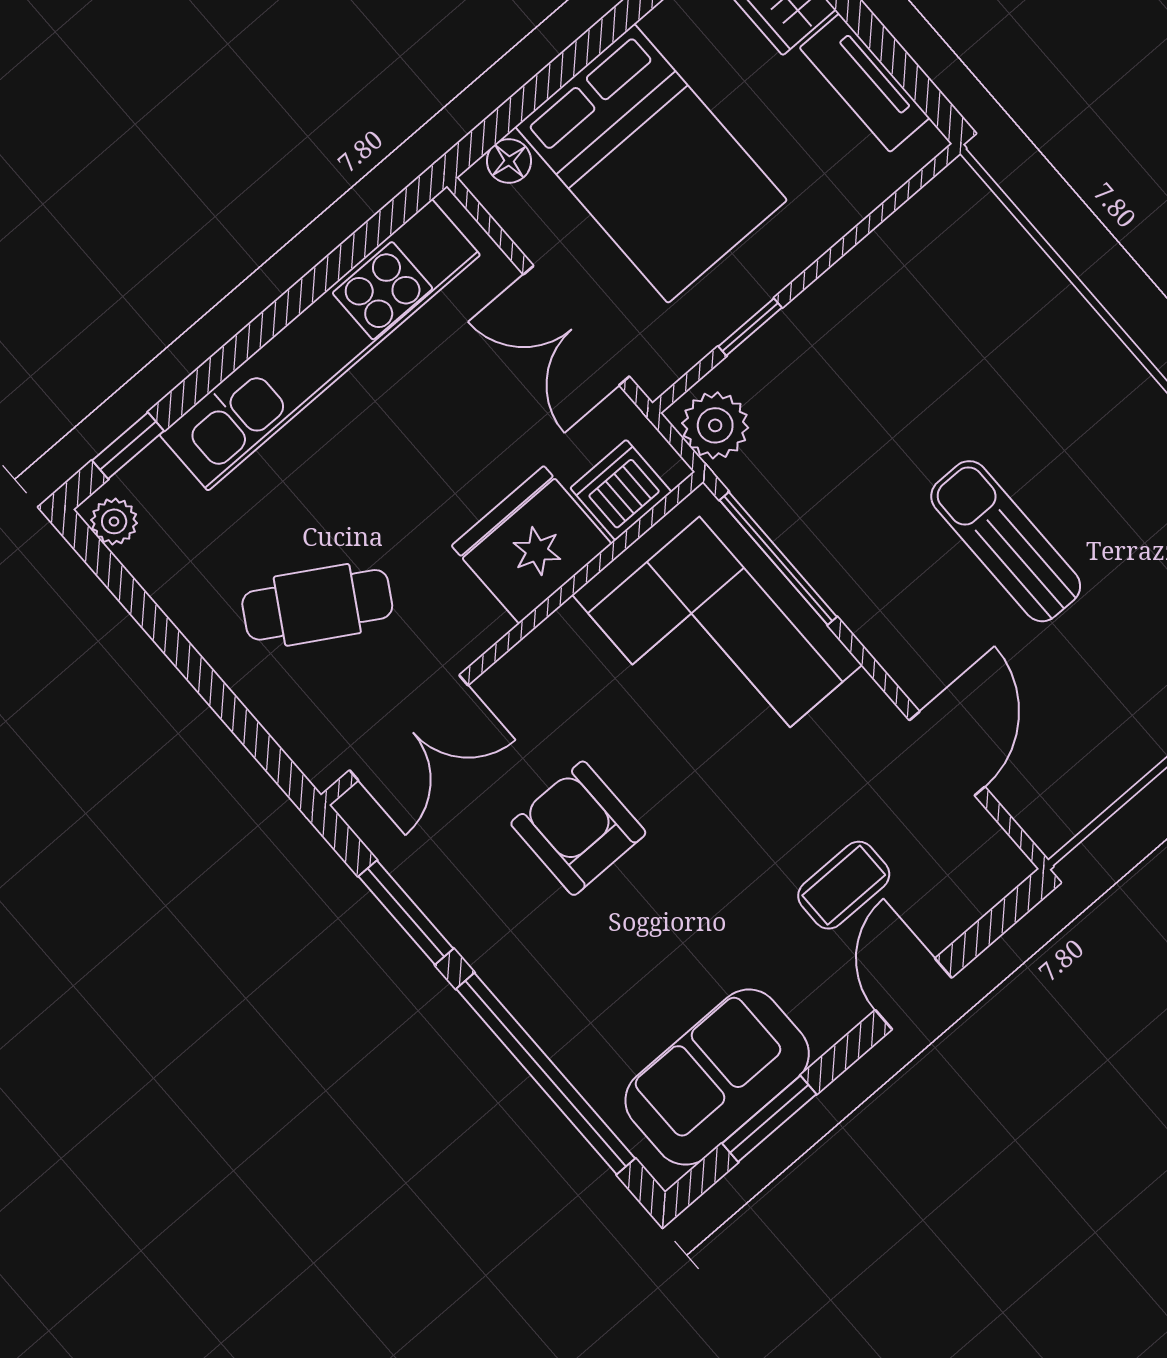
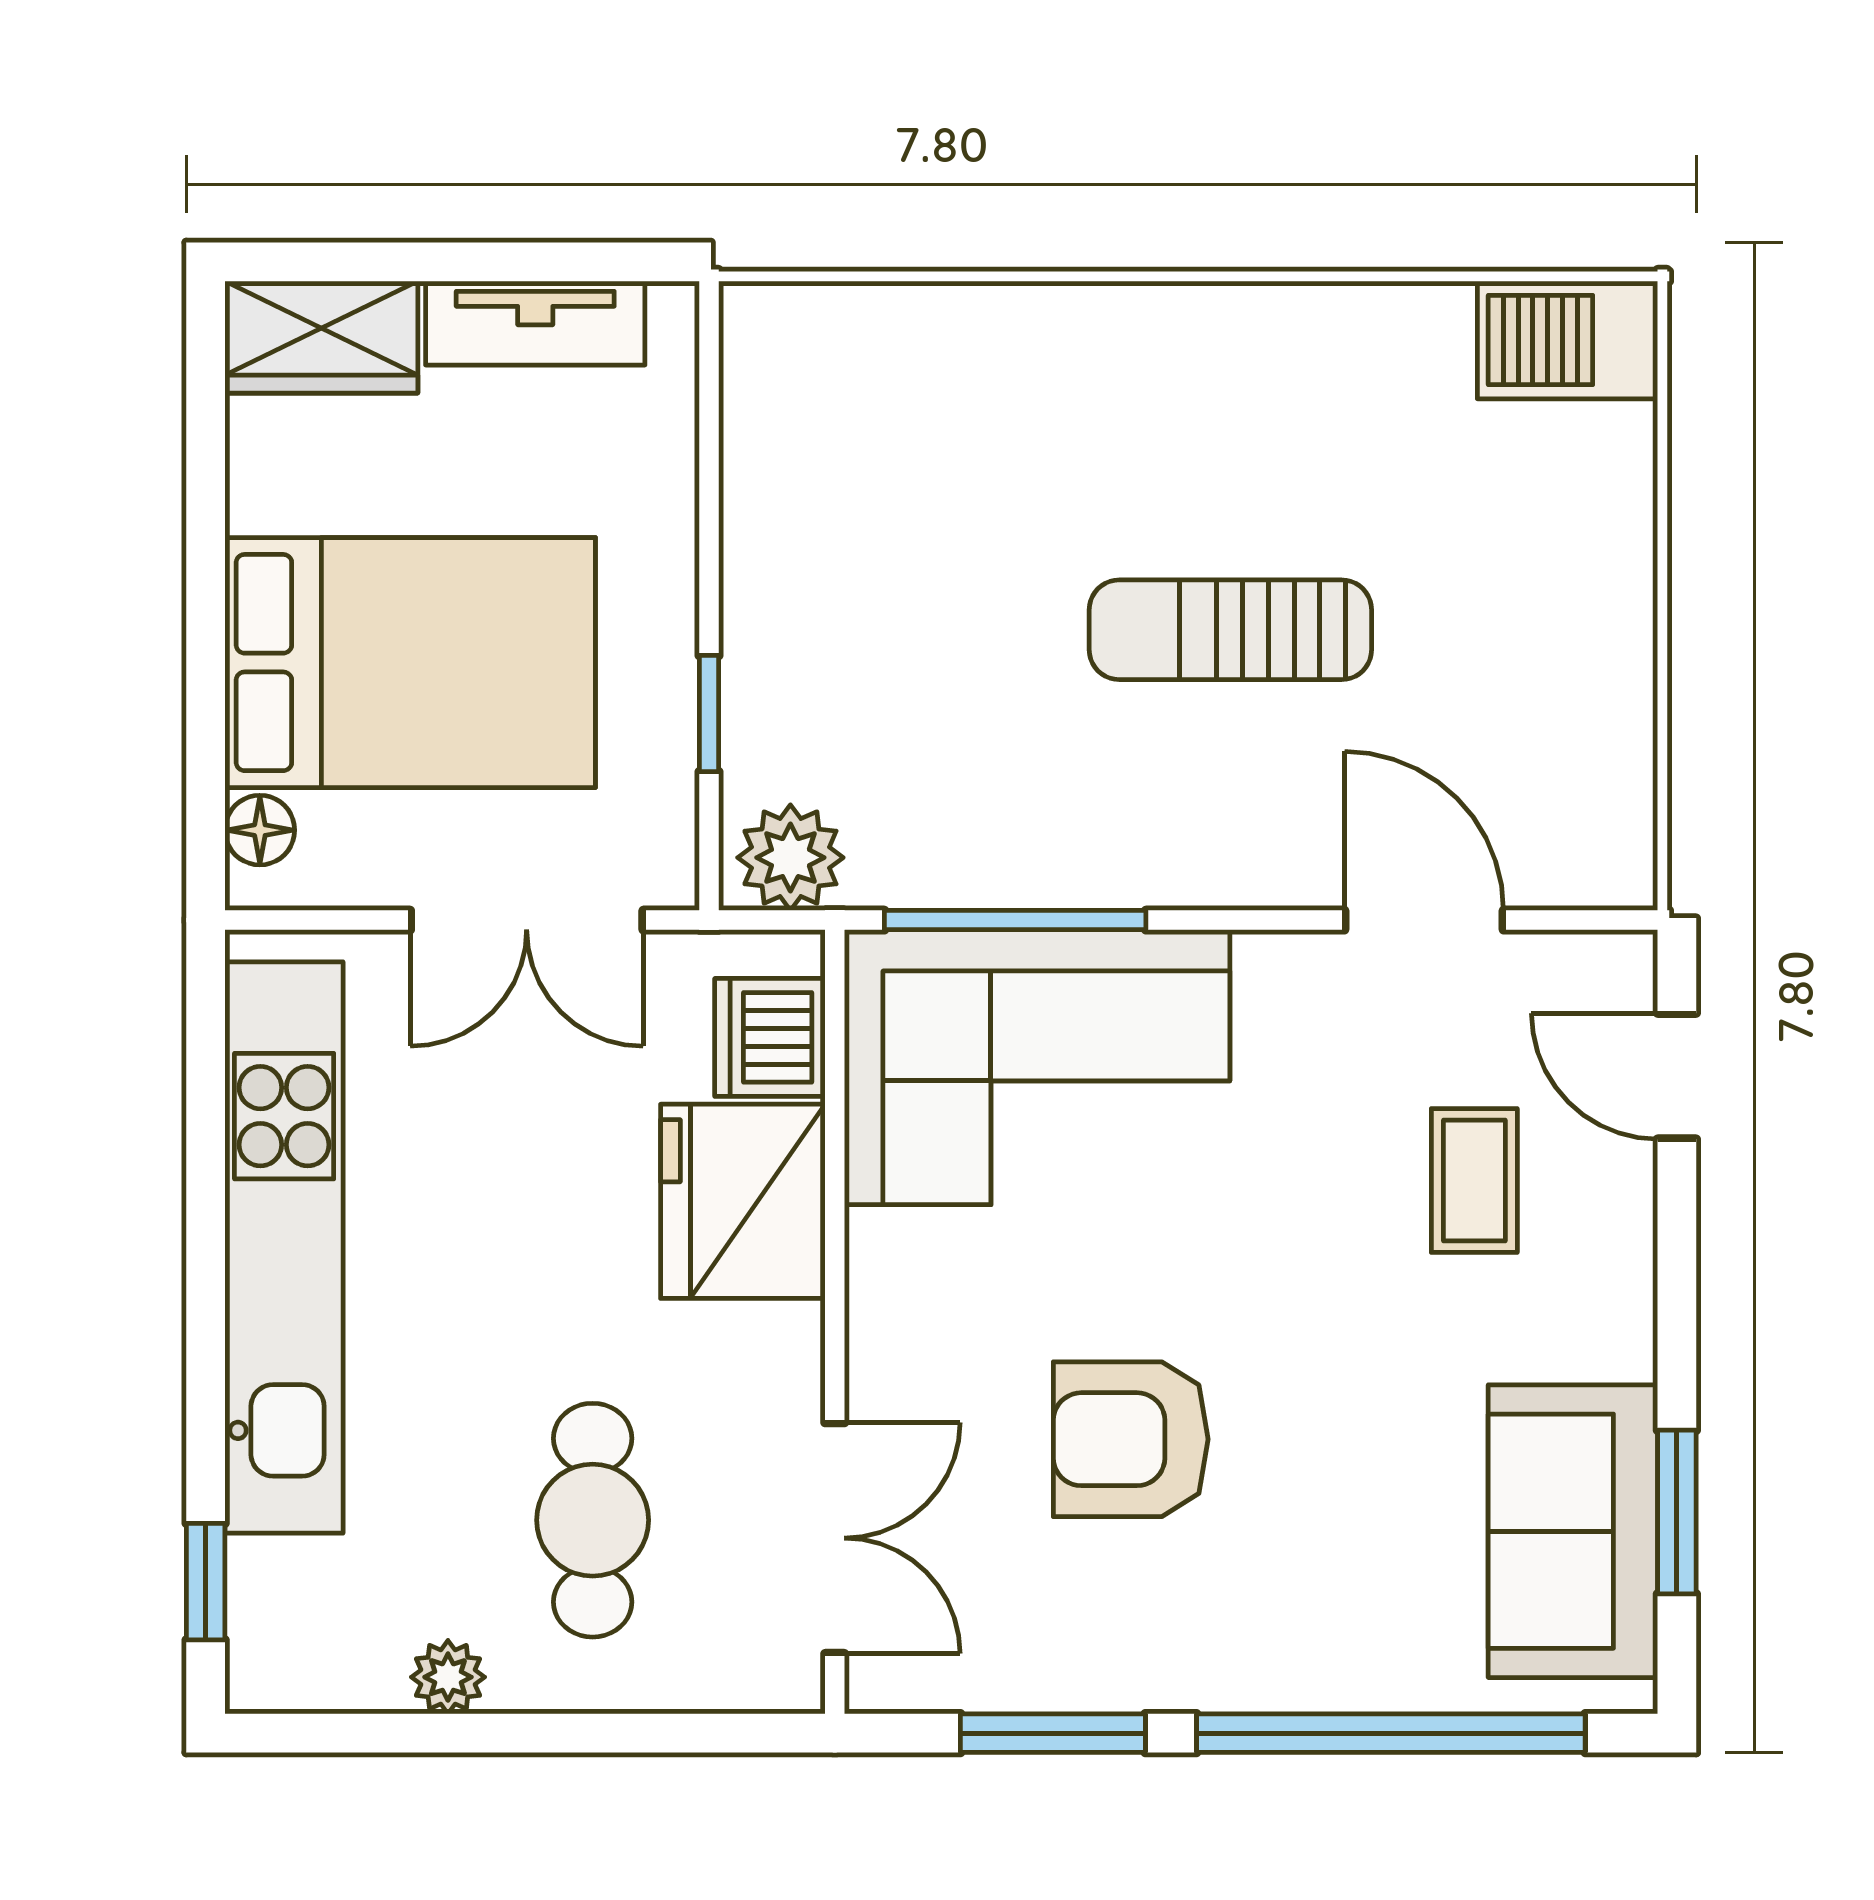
plant: (114, 521) -> (448, 1677), moved
cafe table: (317, 605) -> (593, 1520), turned -31
door: (913, 994) -> (1677, 1076), moved

